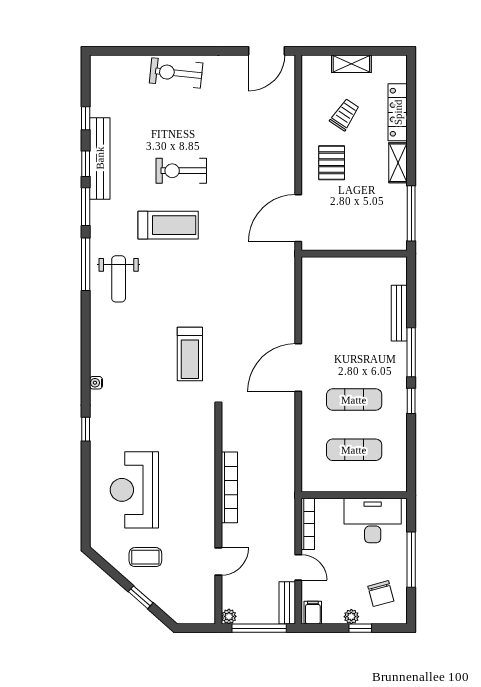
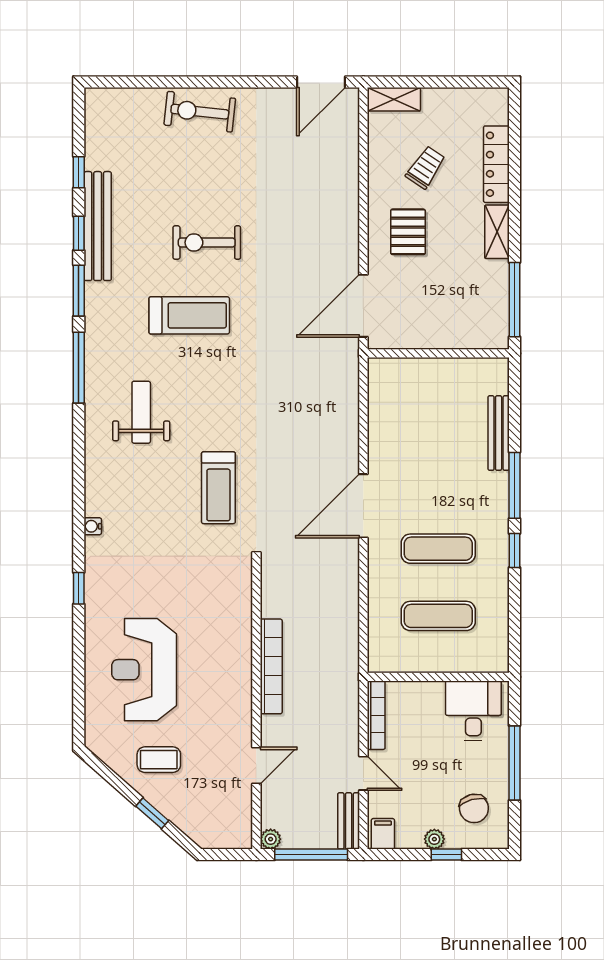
shelving: (351, 64) -> (394, 99), moved
weight bench: (119, 279) -> (141, 412), moved, turned 180
desk: (373, 521) -> (473, 711), width x0.73

